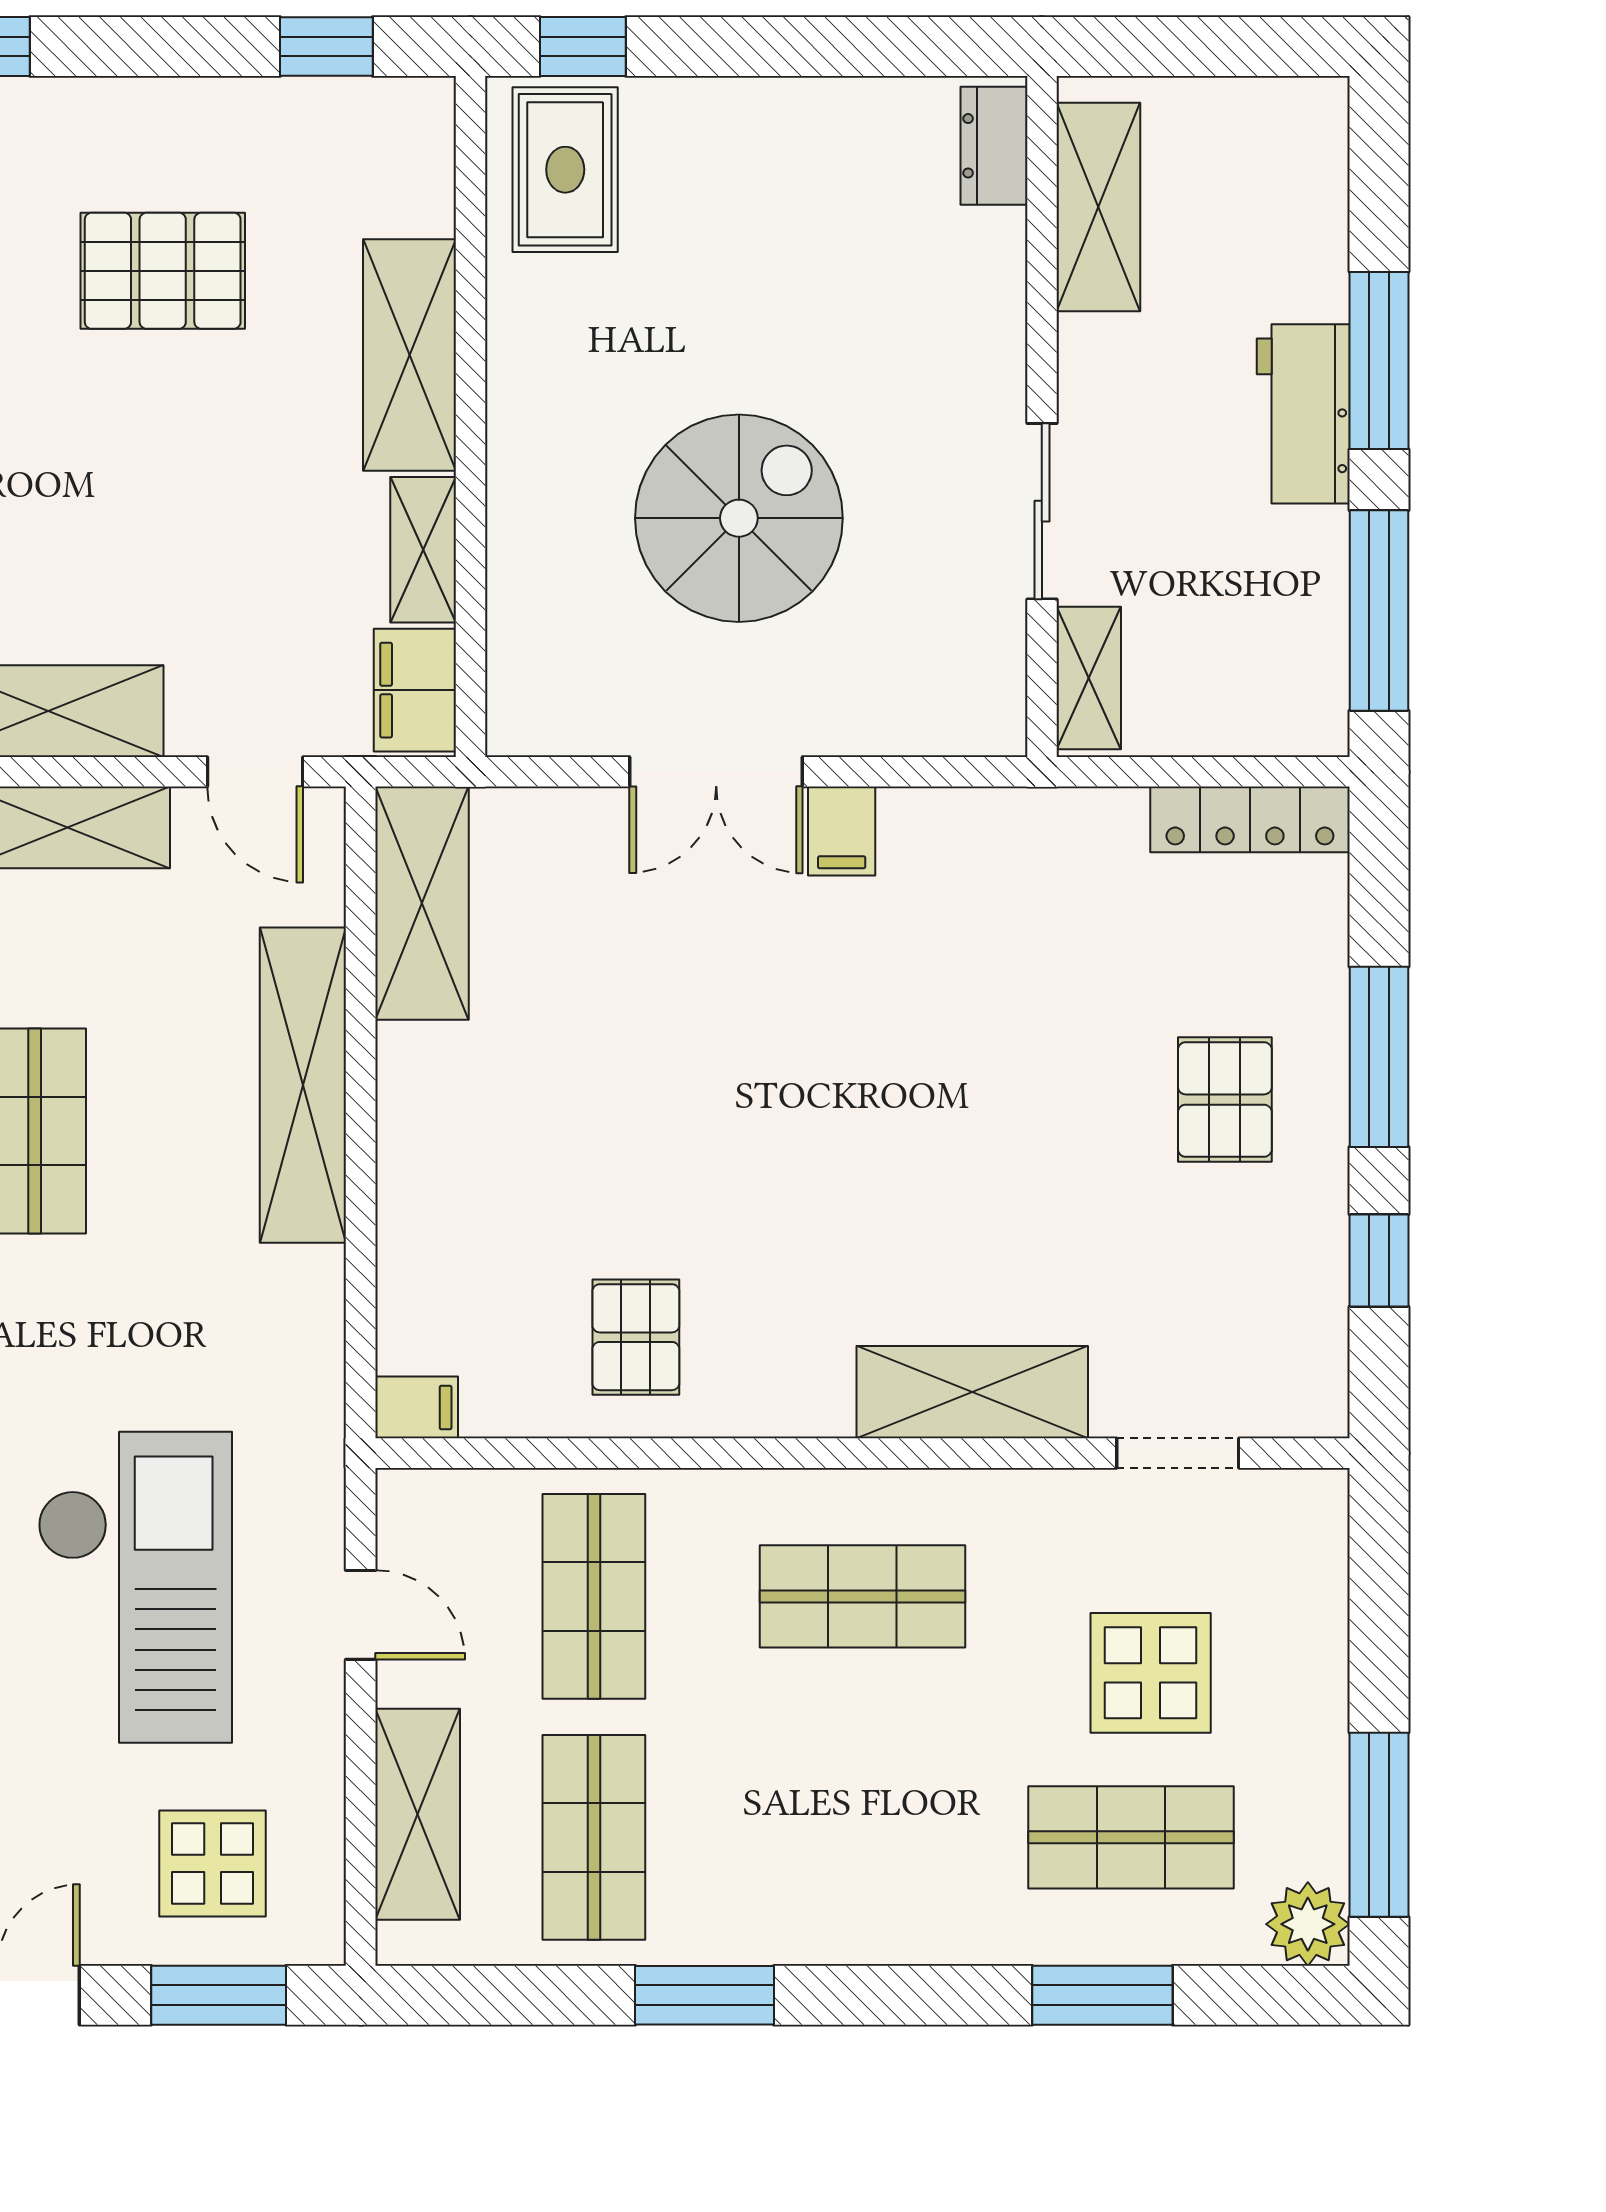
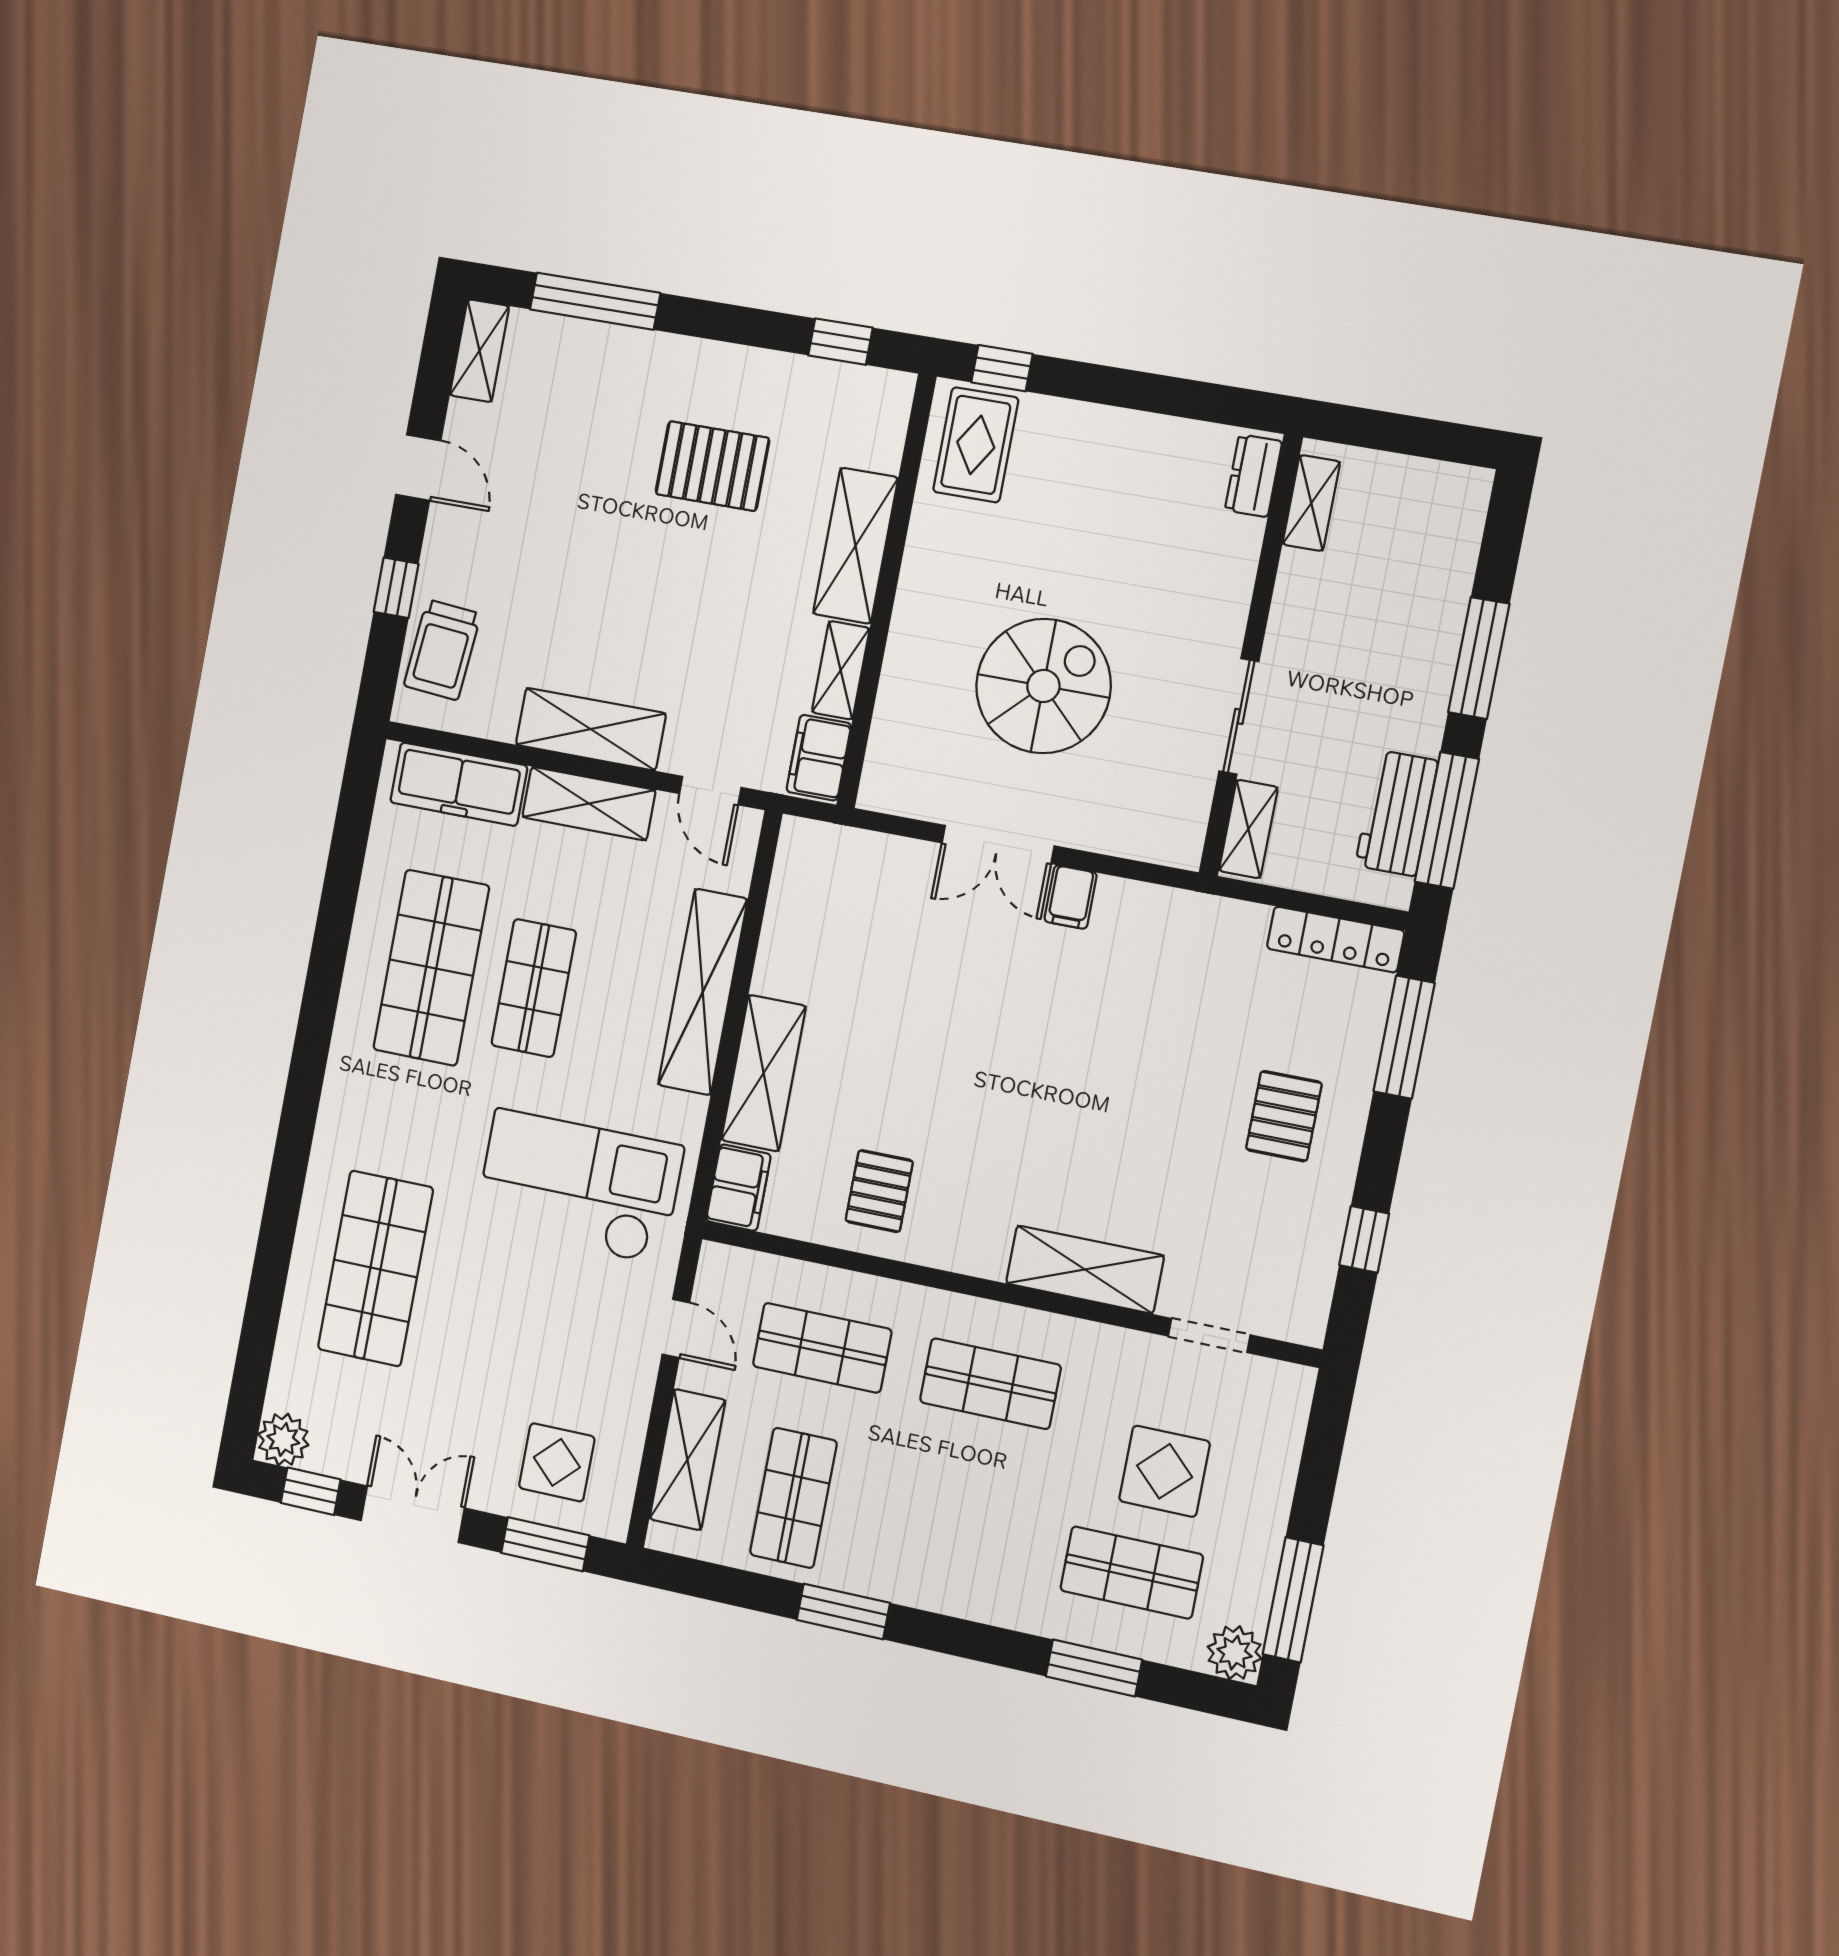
shelving: (1098, 207) -> (1311, 503), width x0.67, depth x0.75
workbench: (1303, 414) -> (1397, 813), moved
shelving: (422, 903) -> (764, 1073), moved
window: (1379, 1057) -> (1404, 1037), moved
filing cabinet: (417, 1407) -> (738, 1188), width x2.00
checkout: (135, 1587) -> (579, 1187), moved, turned -90
shop shelf: (594, 1596) -> (822, 1348), turned 90

